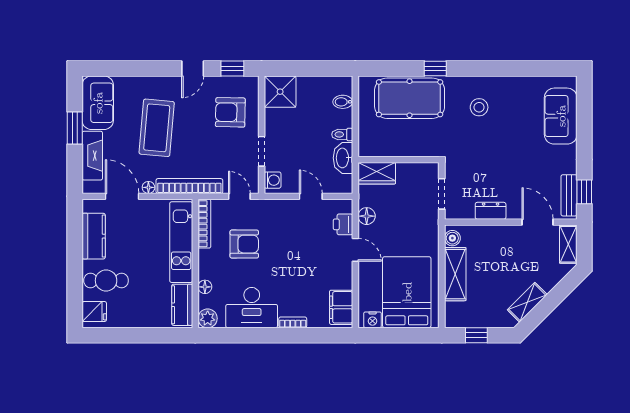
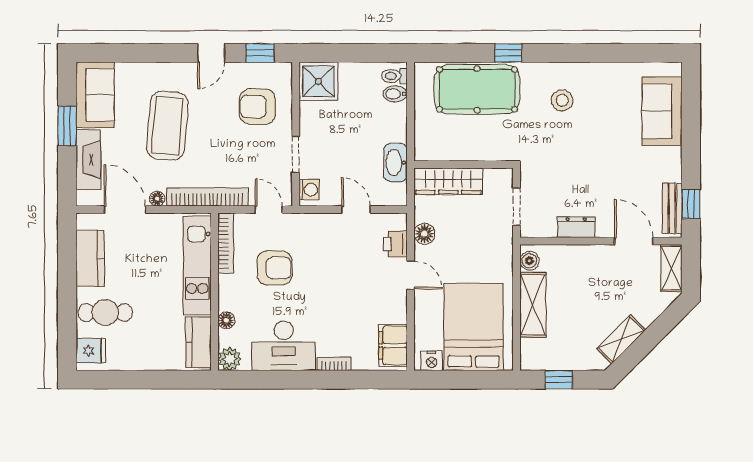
toilet: (342, 134) -> (394, 76), moved
wardrobe: (377, 173) -> (448, 181), width x1.50

